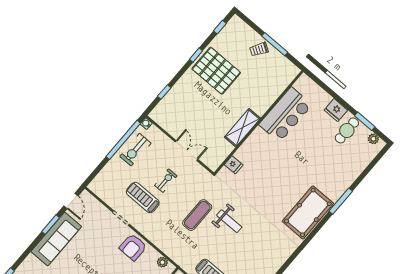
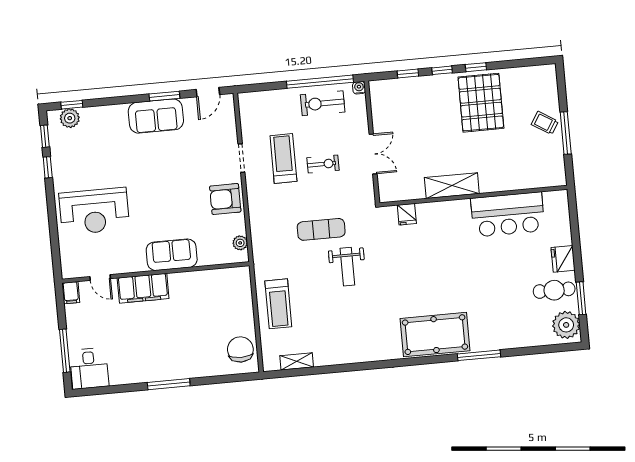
window: (220, 27) -> (442, 70), moved
plant: (373, 139) -> (566, 325), width x1.87, depth x1.87
sofa: (56, 239) -> (156, 116), width x0.73

